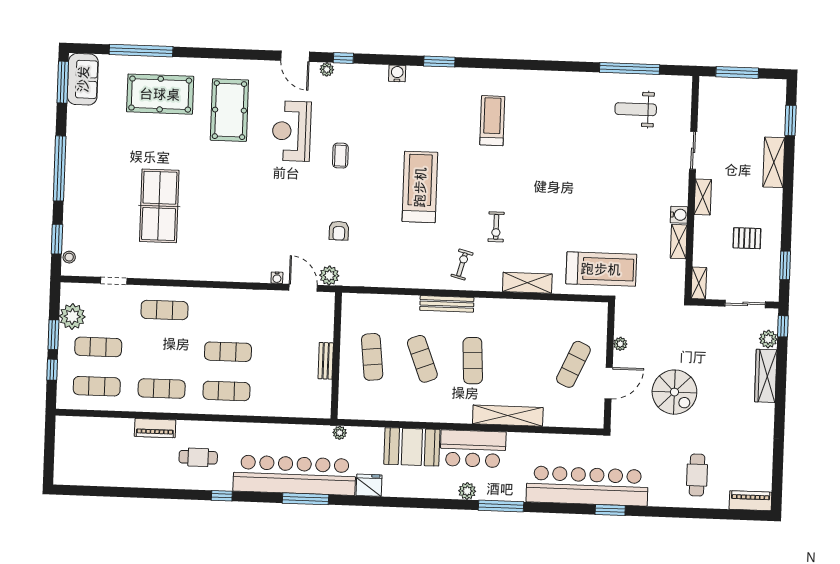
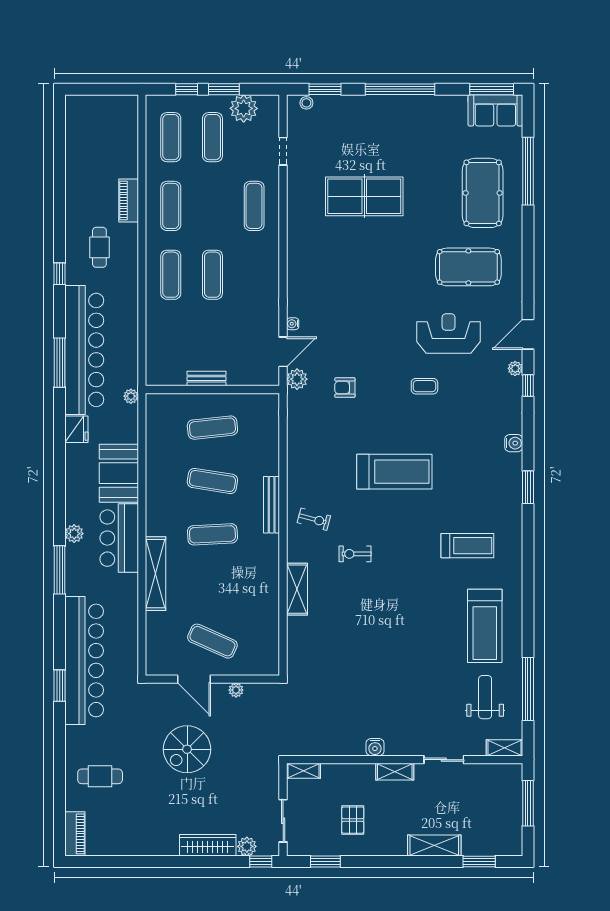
shelving: (679, 242) -> (504, 748), moved
treadmill: (601, 269) -> (485, 626), moved
exercise mat: (422, 359) -> (212, 481), turned 30

